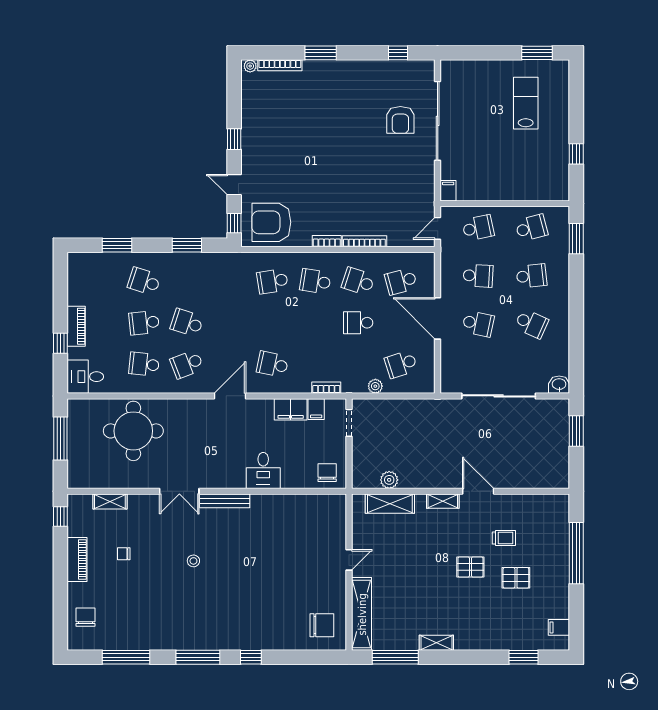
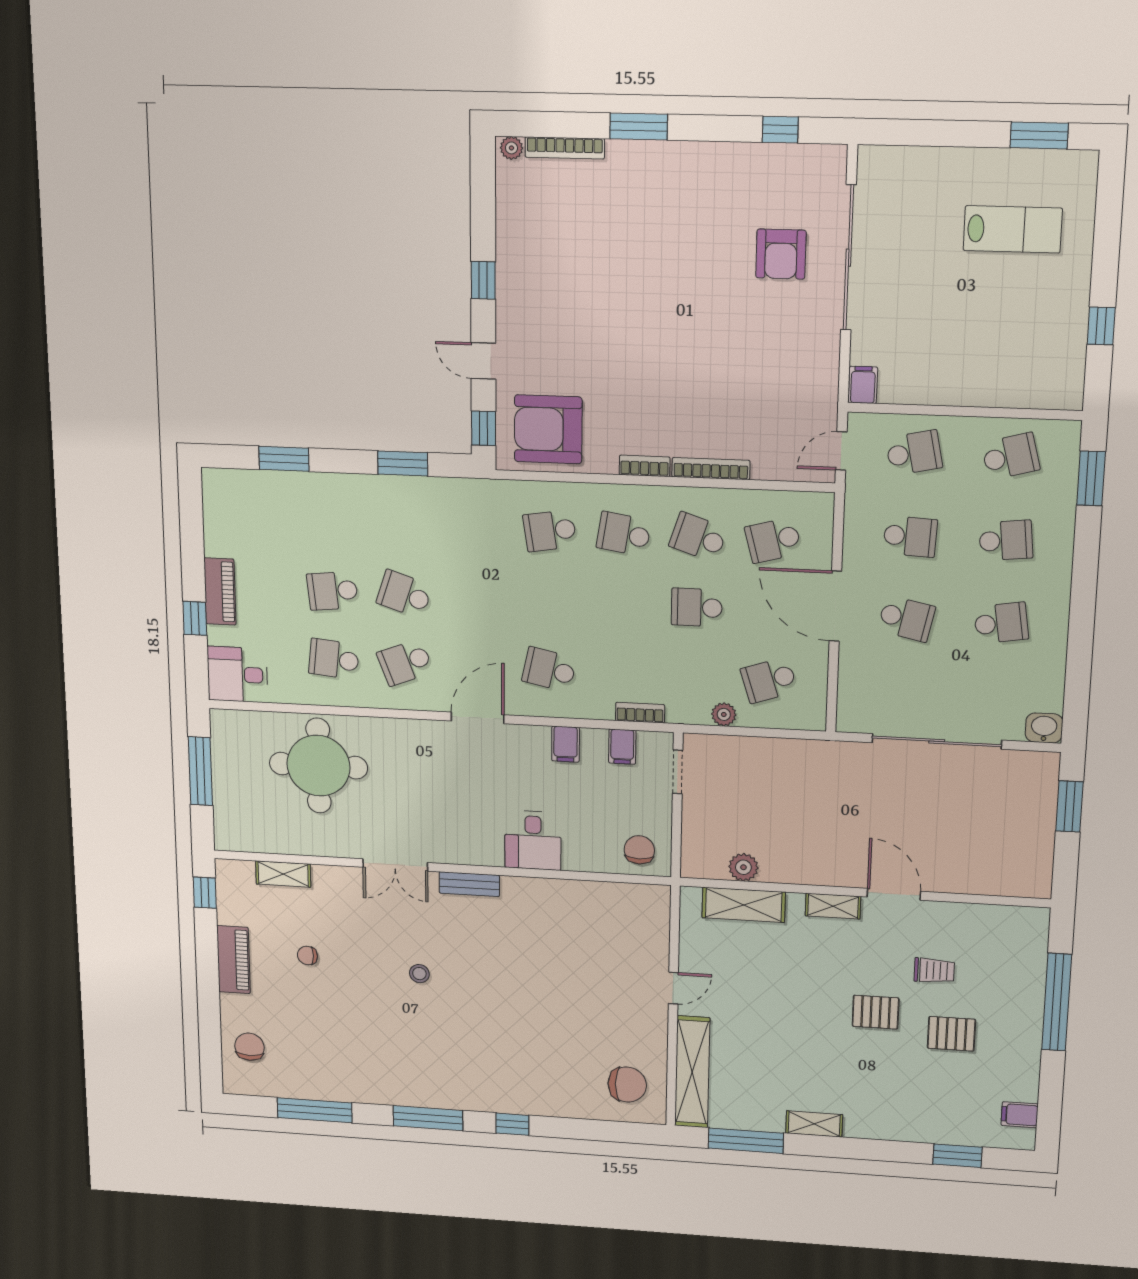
lab bench: (526, 103) -> (1013, 229), turned 90
school desk: (144, 281) -> (331, 522), removed
school desk: (531, 324) -> (1001, 623), turned -33
filing cabinet: (291, 409) -> (566, 744), width x0.50
bench: (225, 501) -> (469, 884), width x0.73

